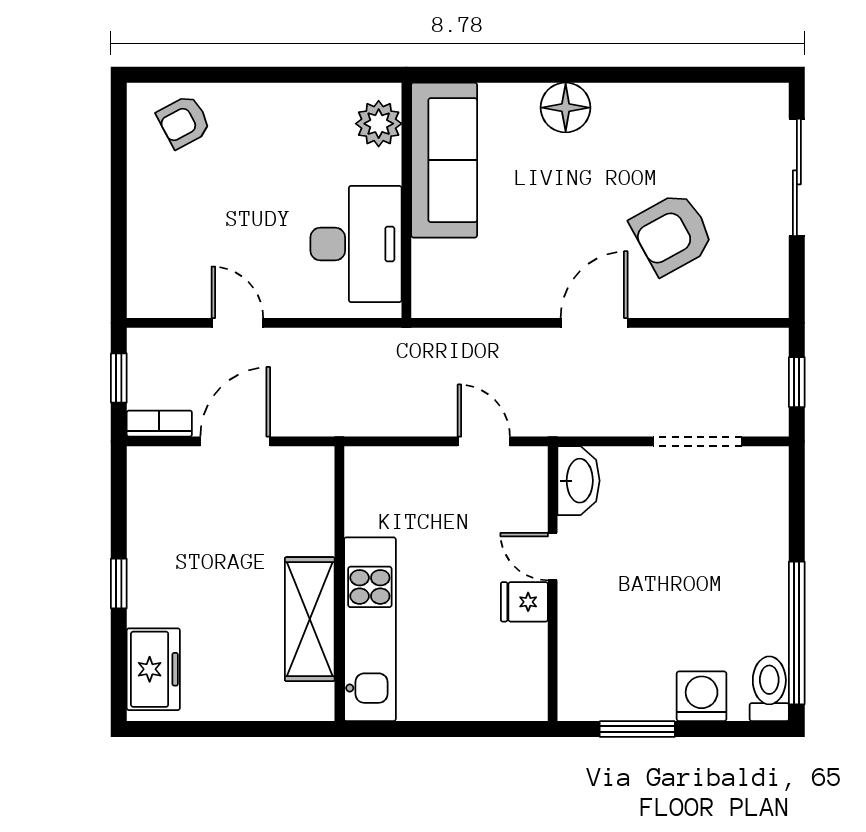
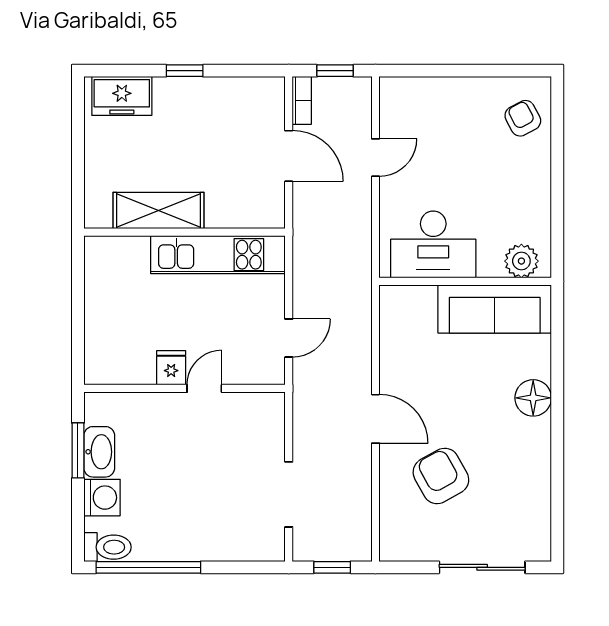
washbasin: (578, 481) -> (99, 452), moved, turned -90
kitchen unit: (370, 629) -> (218, 255), moved

